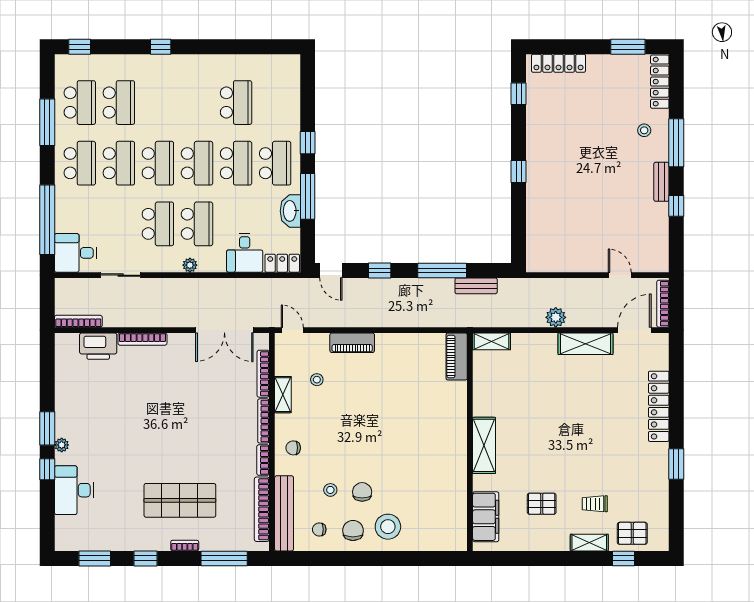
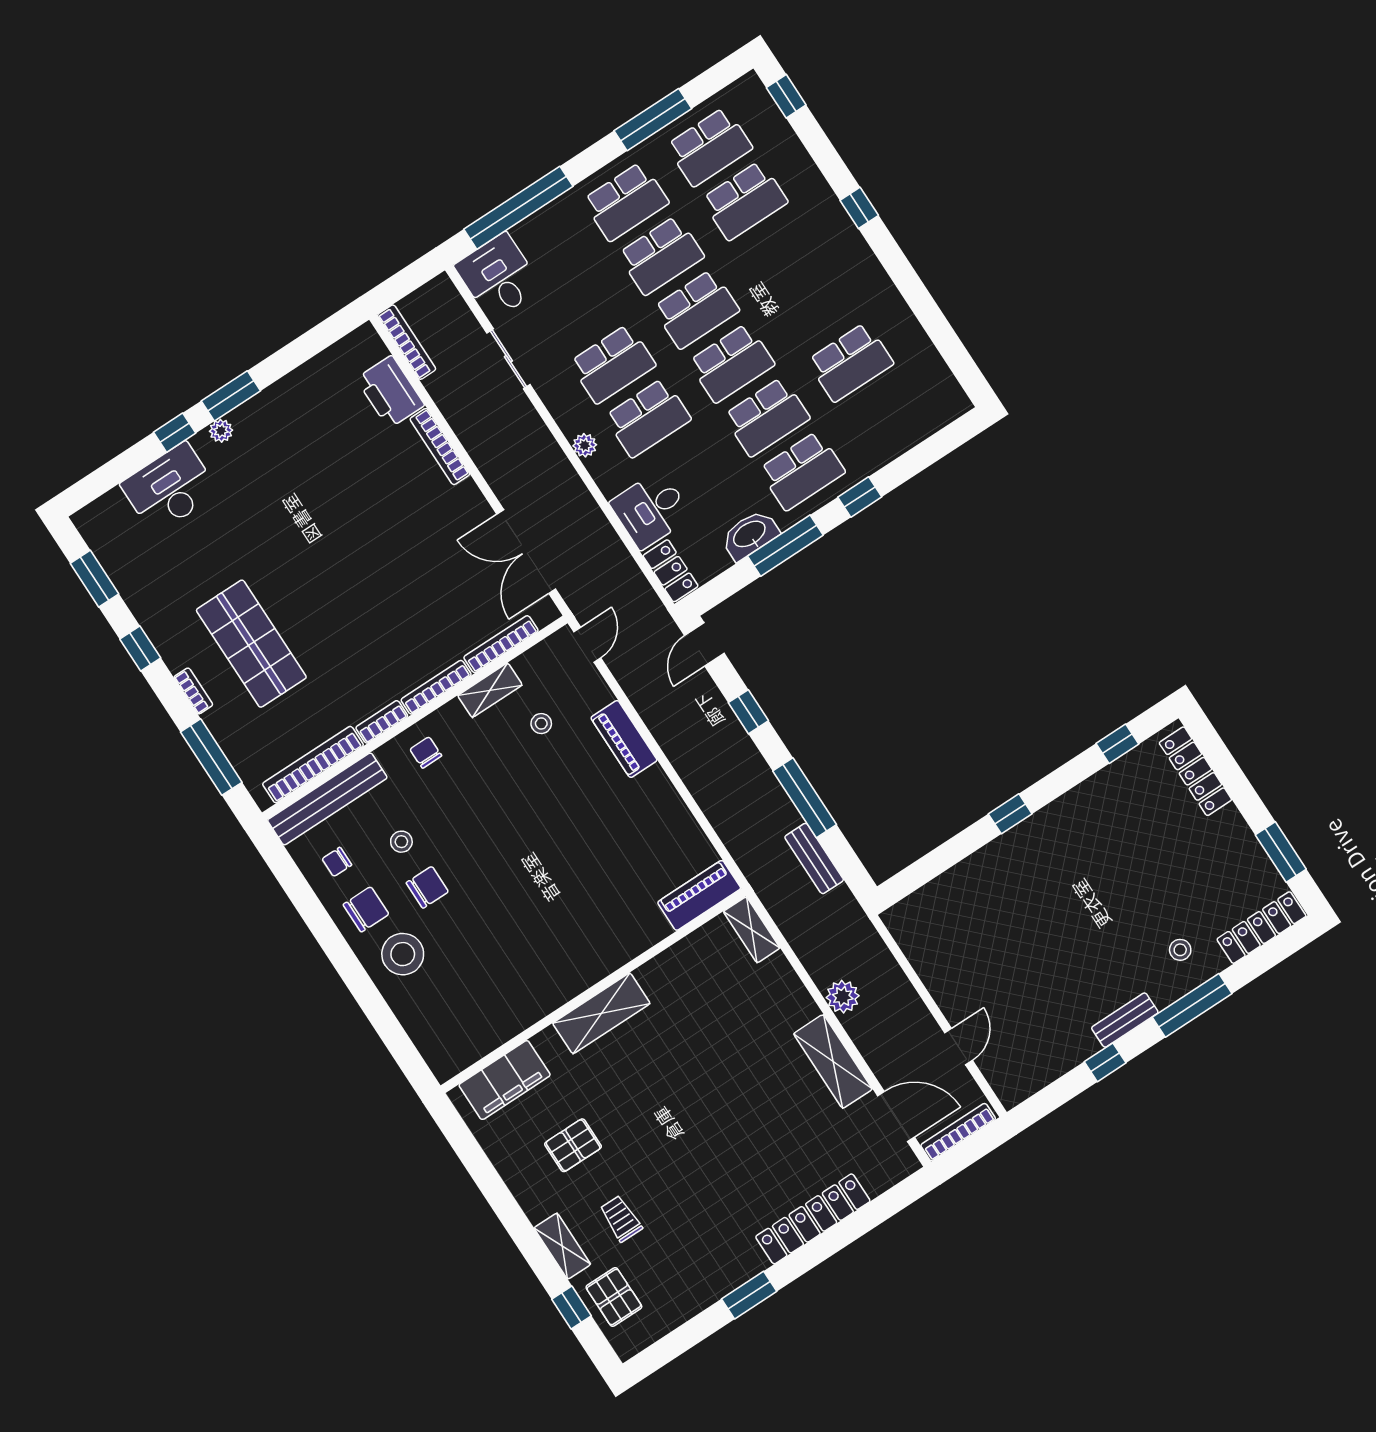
pallet: (542, 504) -> (573, 1145), turned 90
chair: (319, 529) -> (337, 862), turned -90

